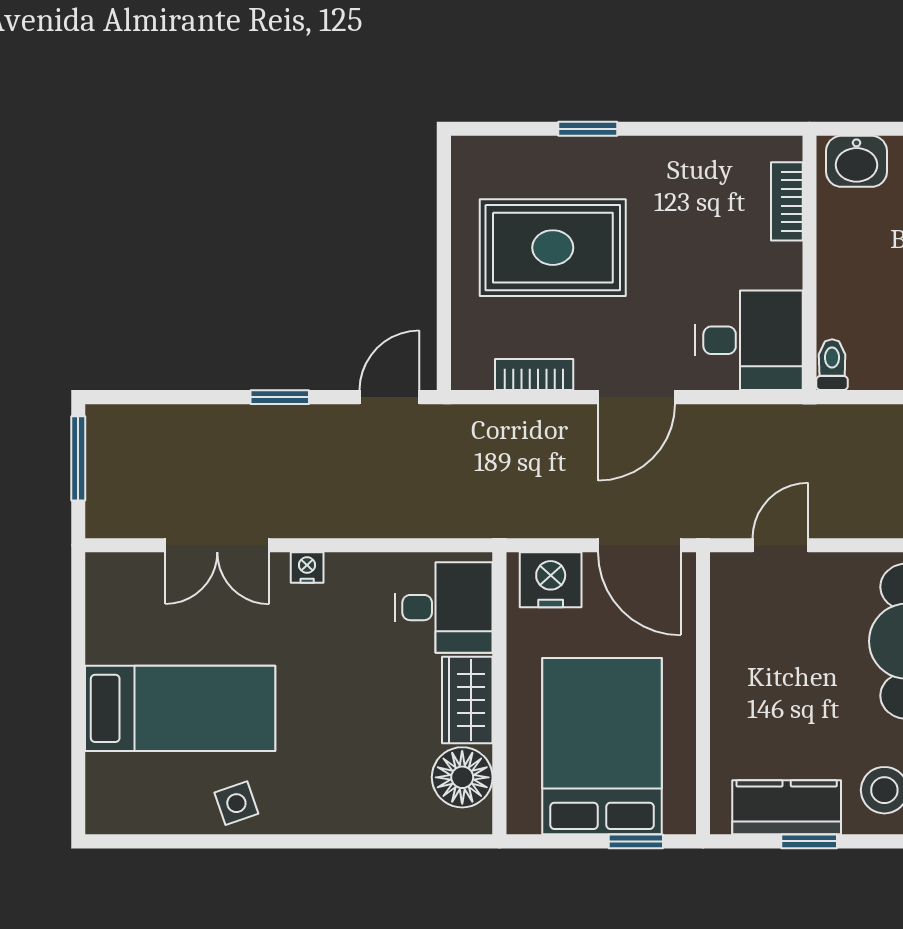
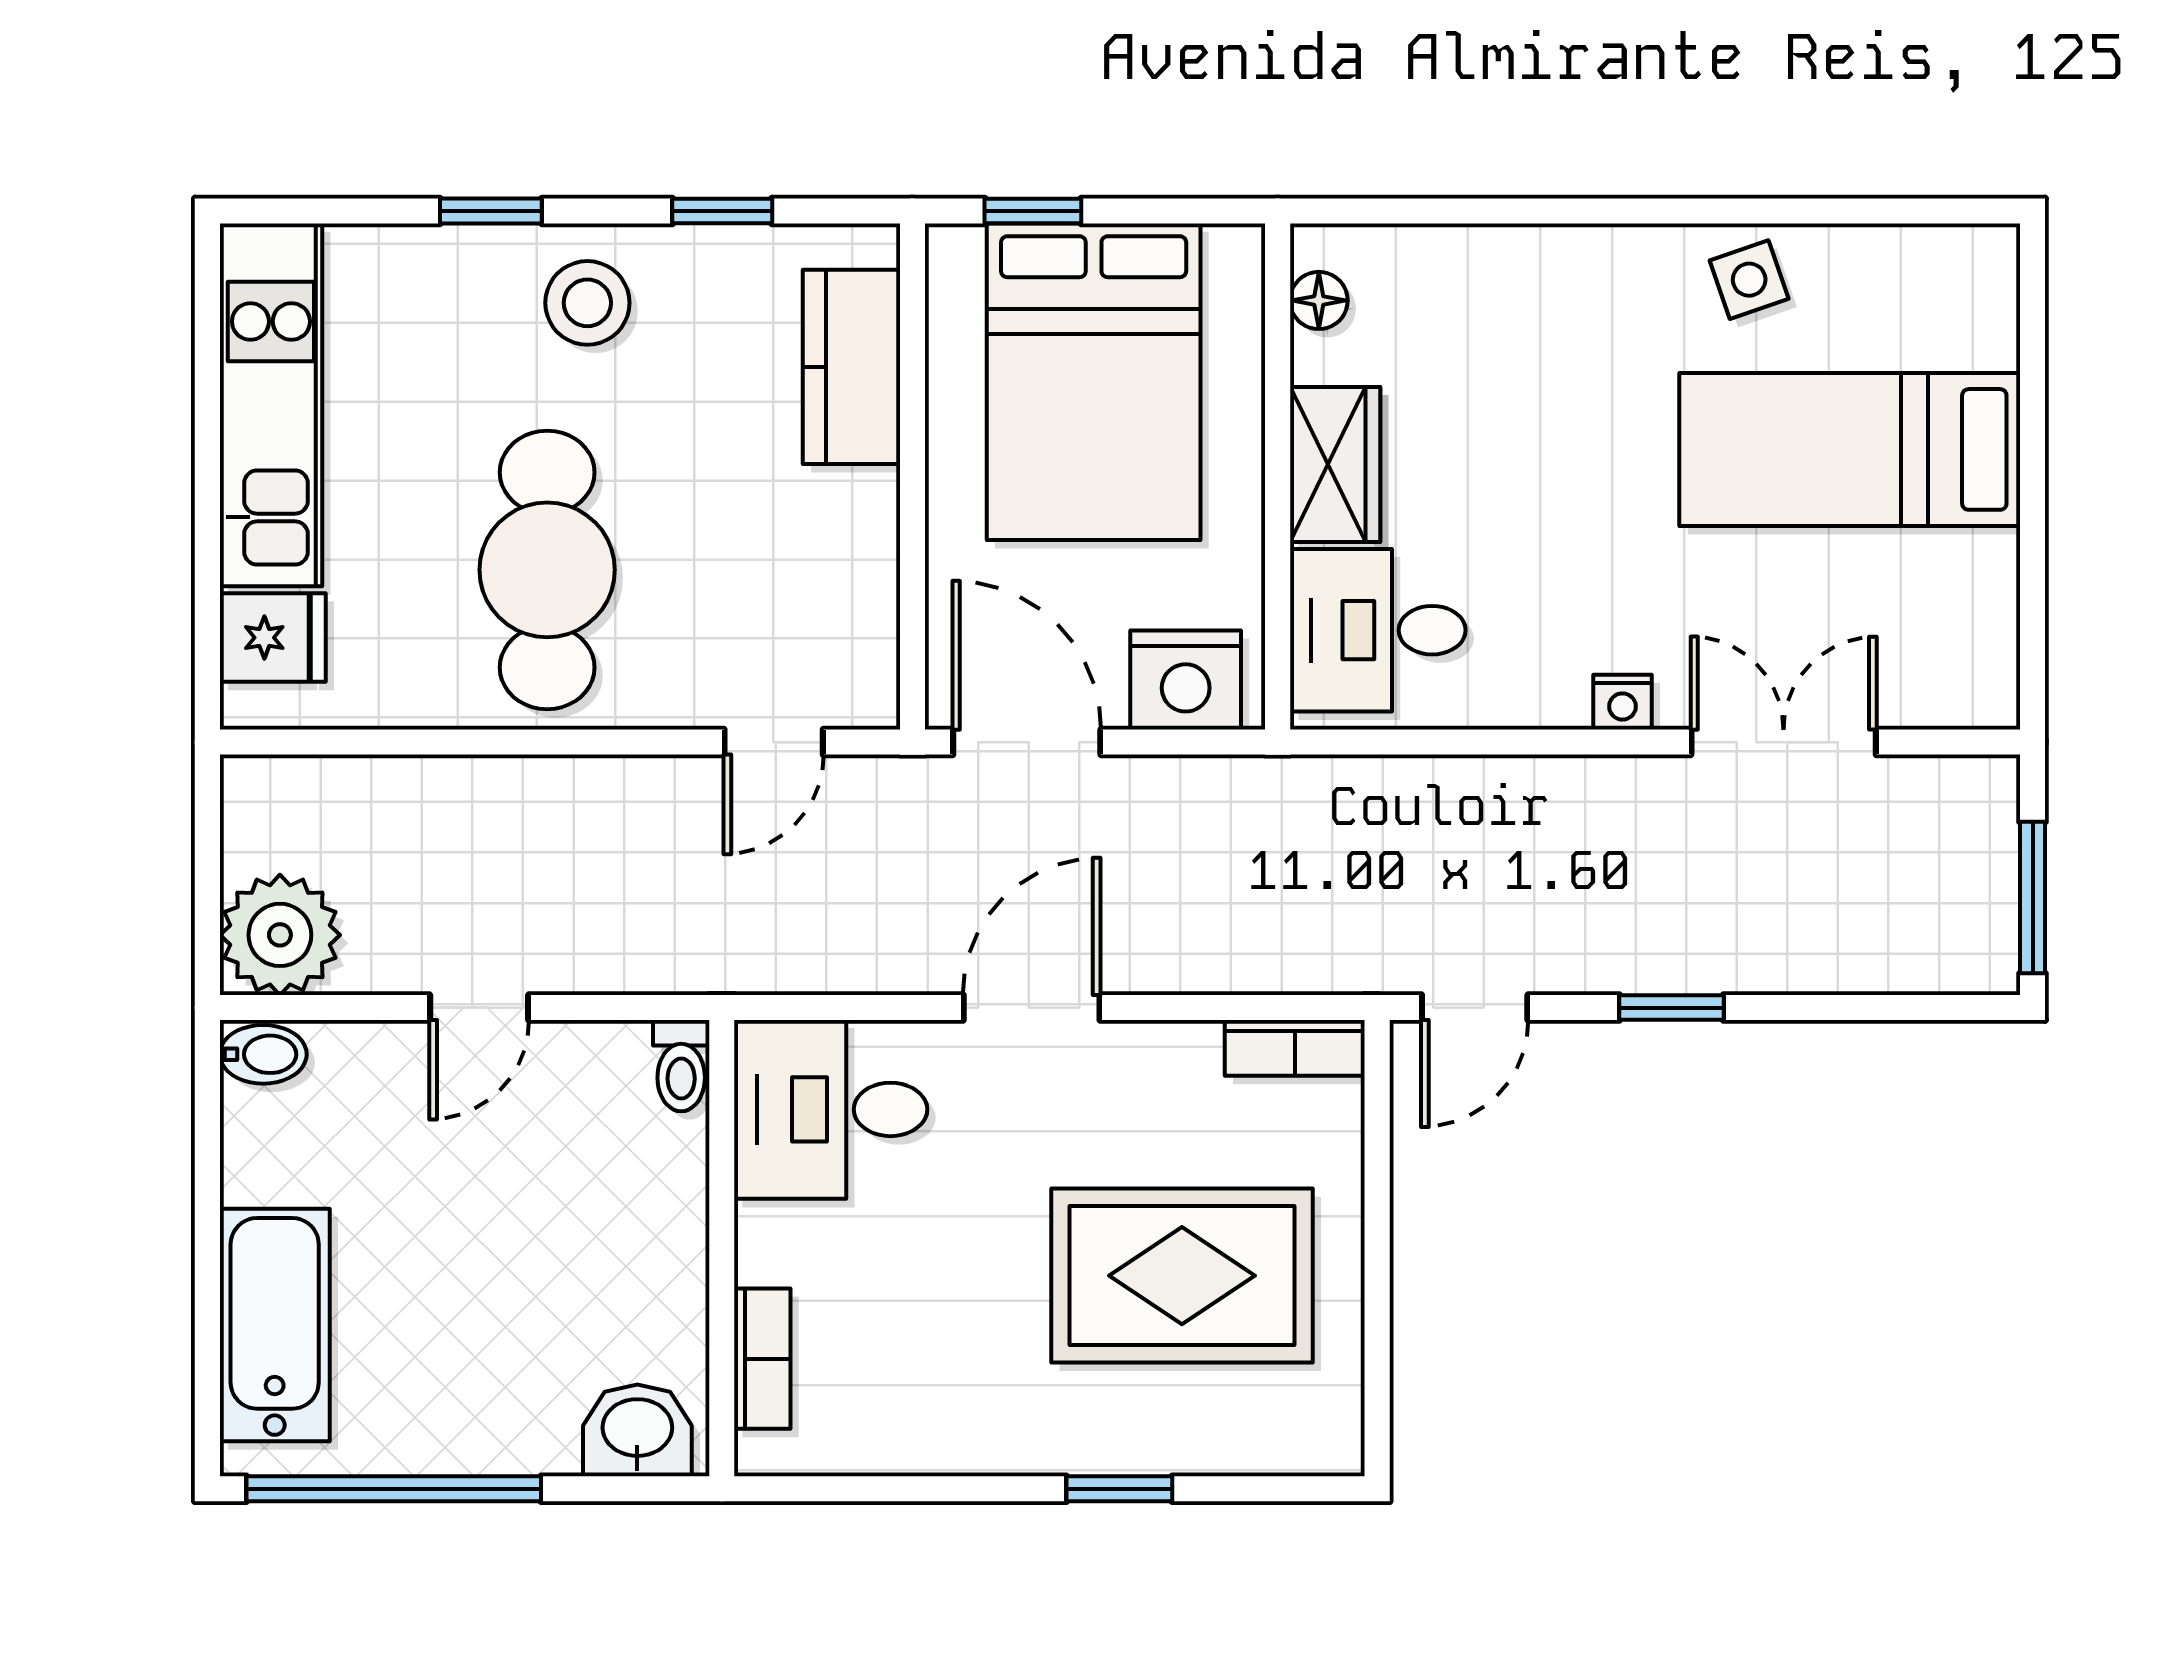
bookcase: (534, 375) -> (1295, 1048), moved
floor lamp: (462, 777) -> (1319, 300), width x0.53, depth x0.53
kitchen counter: (787, 807) -> (851, 367), moved, turned 90

